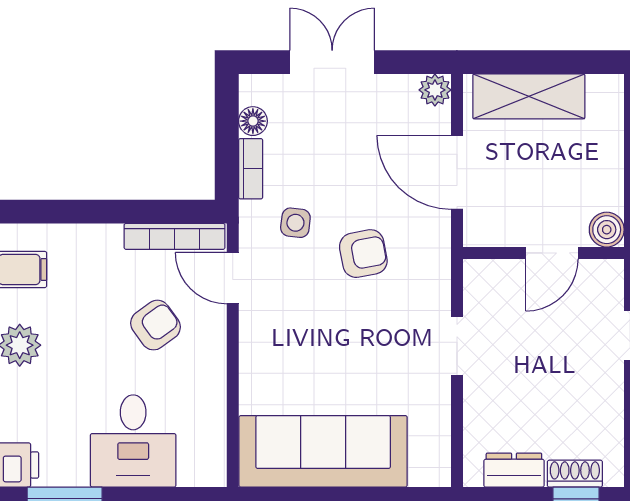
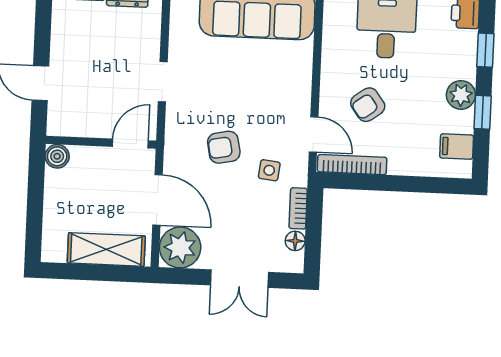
plant: (435, 90) -> (180, 247), width x1.88, depth x1.88
door: (552, 253) -> (130, 144), moved

